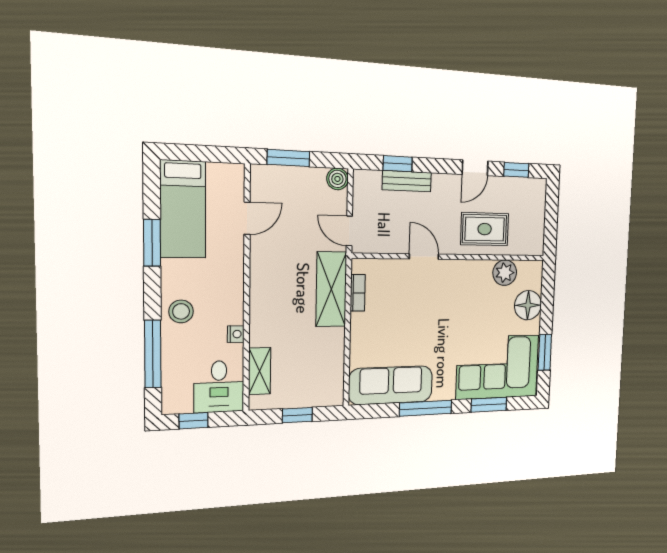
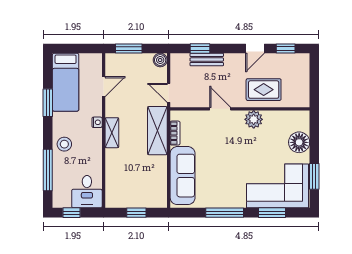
plant: (505, 273) -> (254, 119), moved
nightstand: (236, 334) -> (97, 122), moved
shelving: (260, 371) -> (112, 133), moved
sofa: (391, 385) -> (183, 176), moved, turned 90

